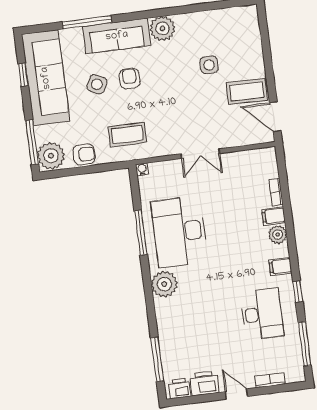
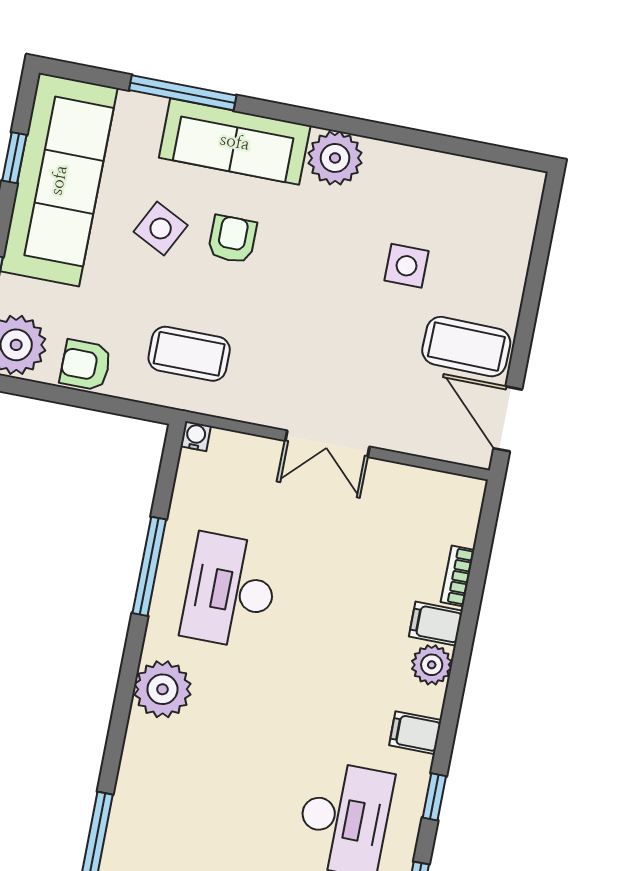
armchair: (84, 154) -> (85, 365), turned 180
desk: (180, 232) -> (230, 591), width x0.73, depth x0.77

